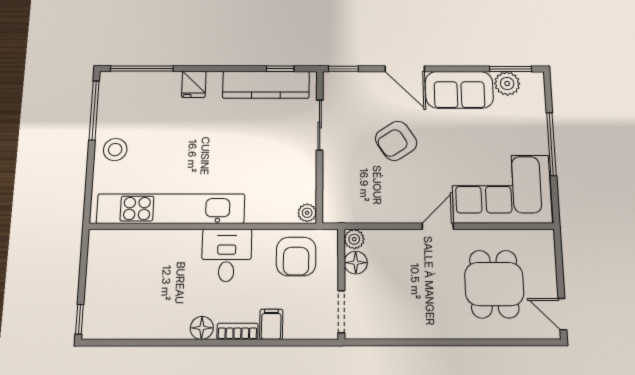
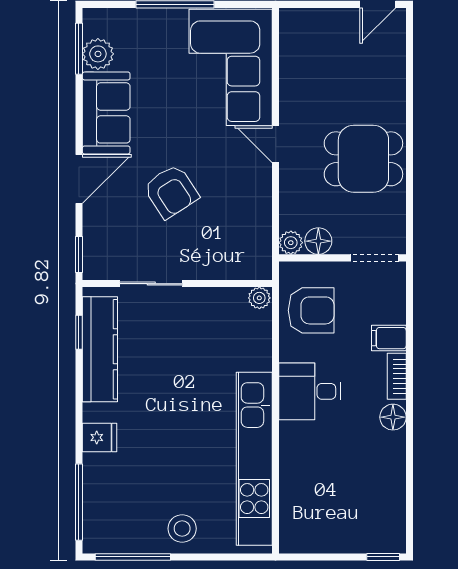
dining table: (494, 284) -> (363, 159), moved

